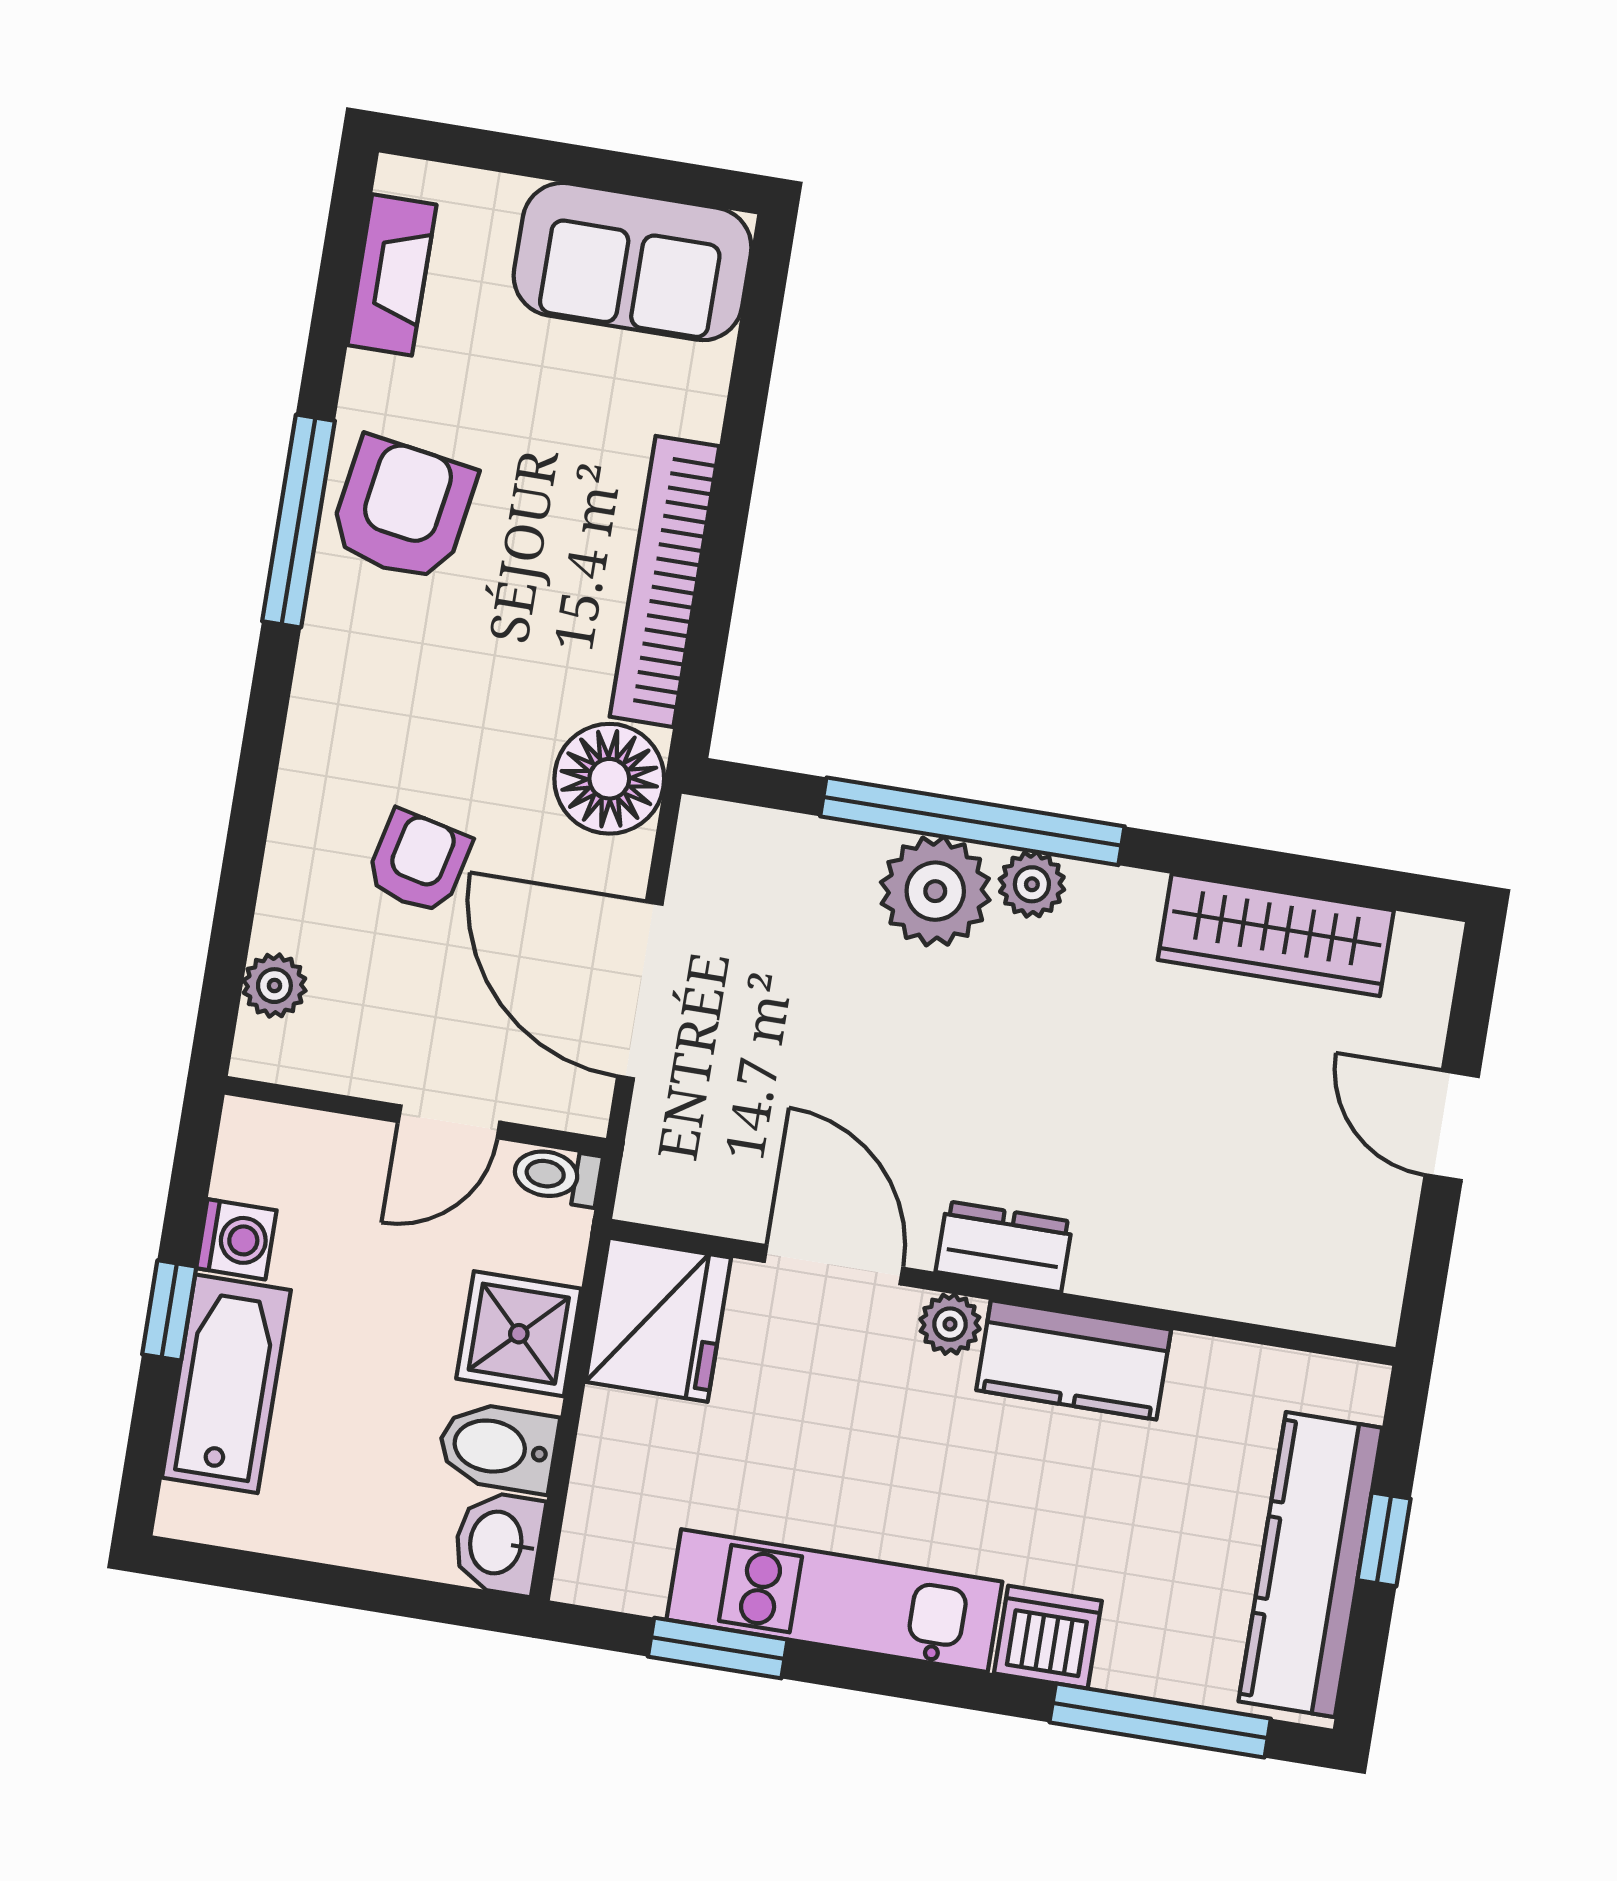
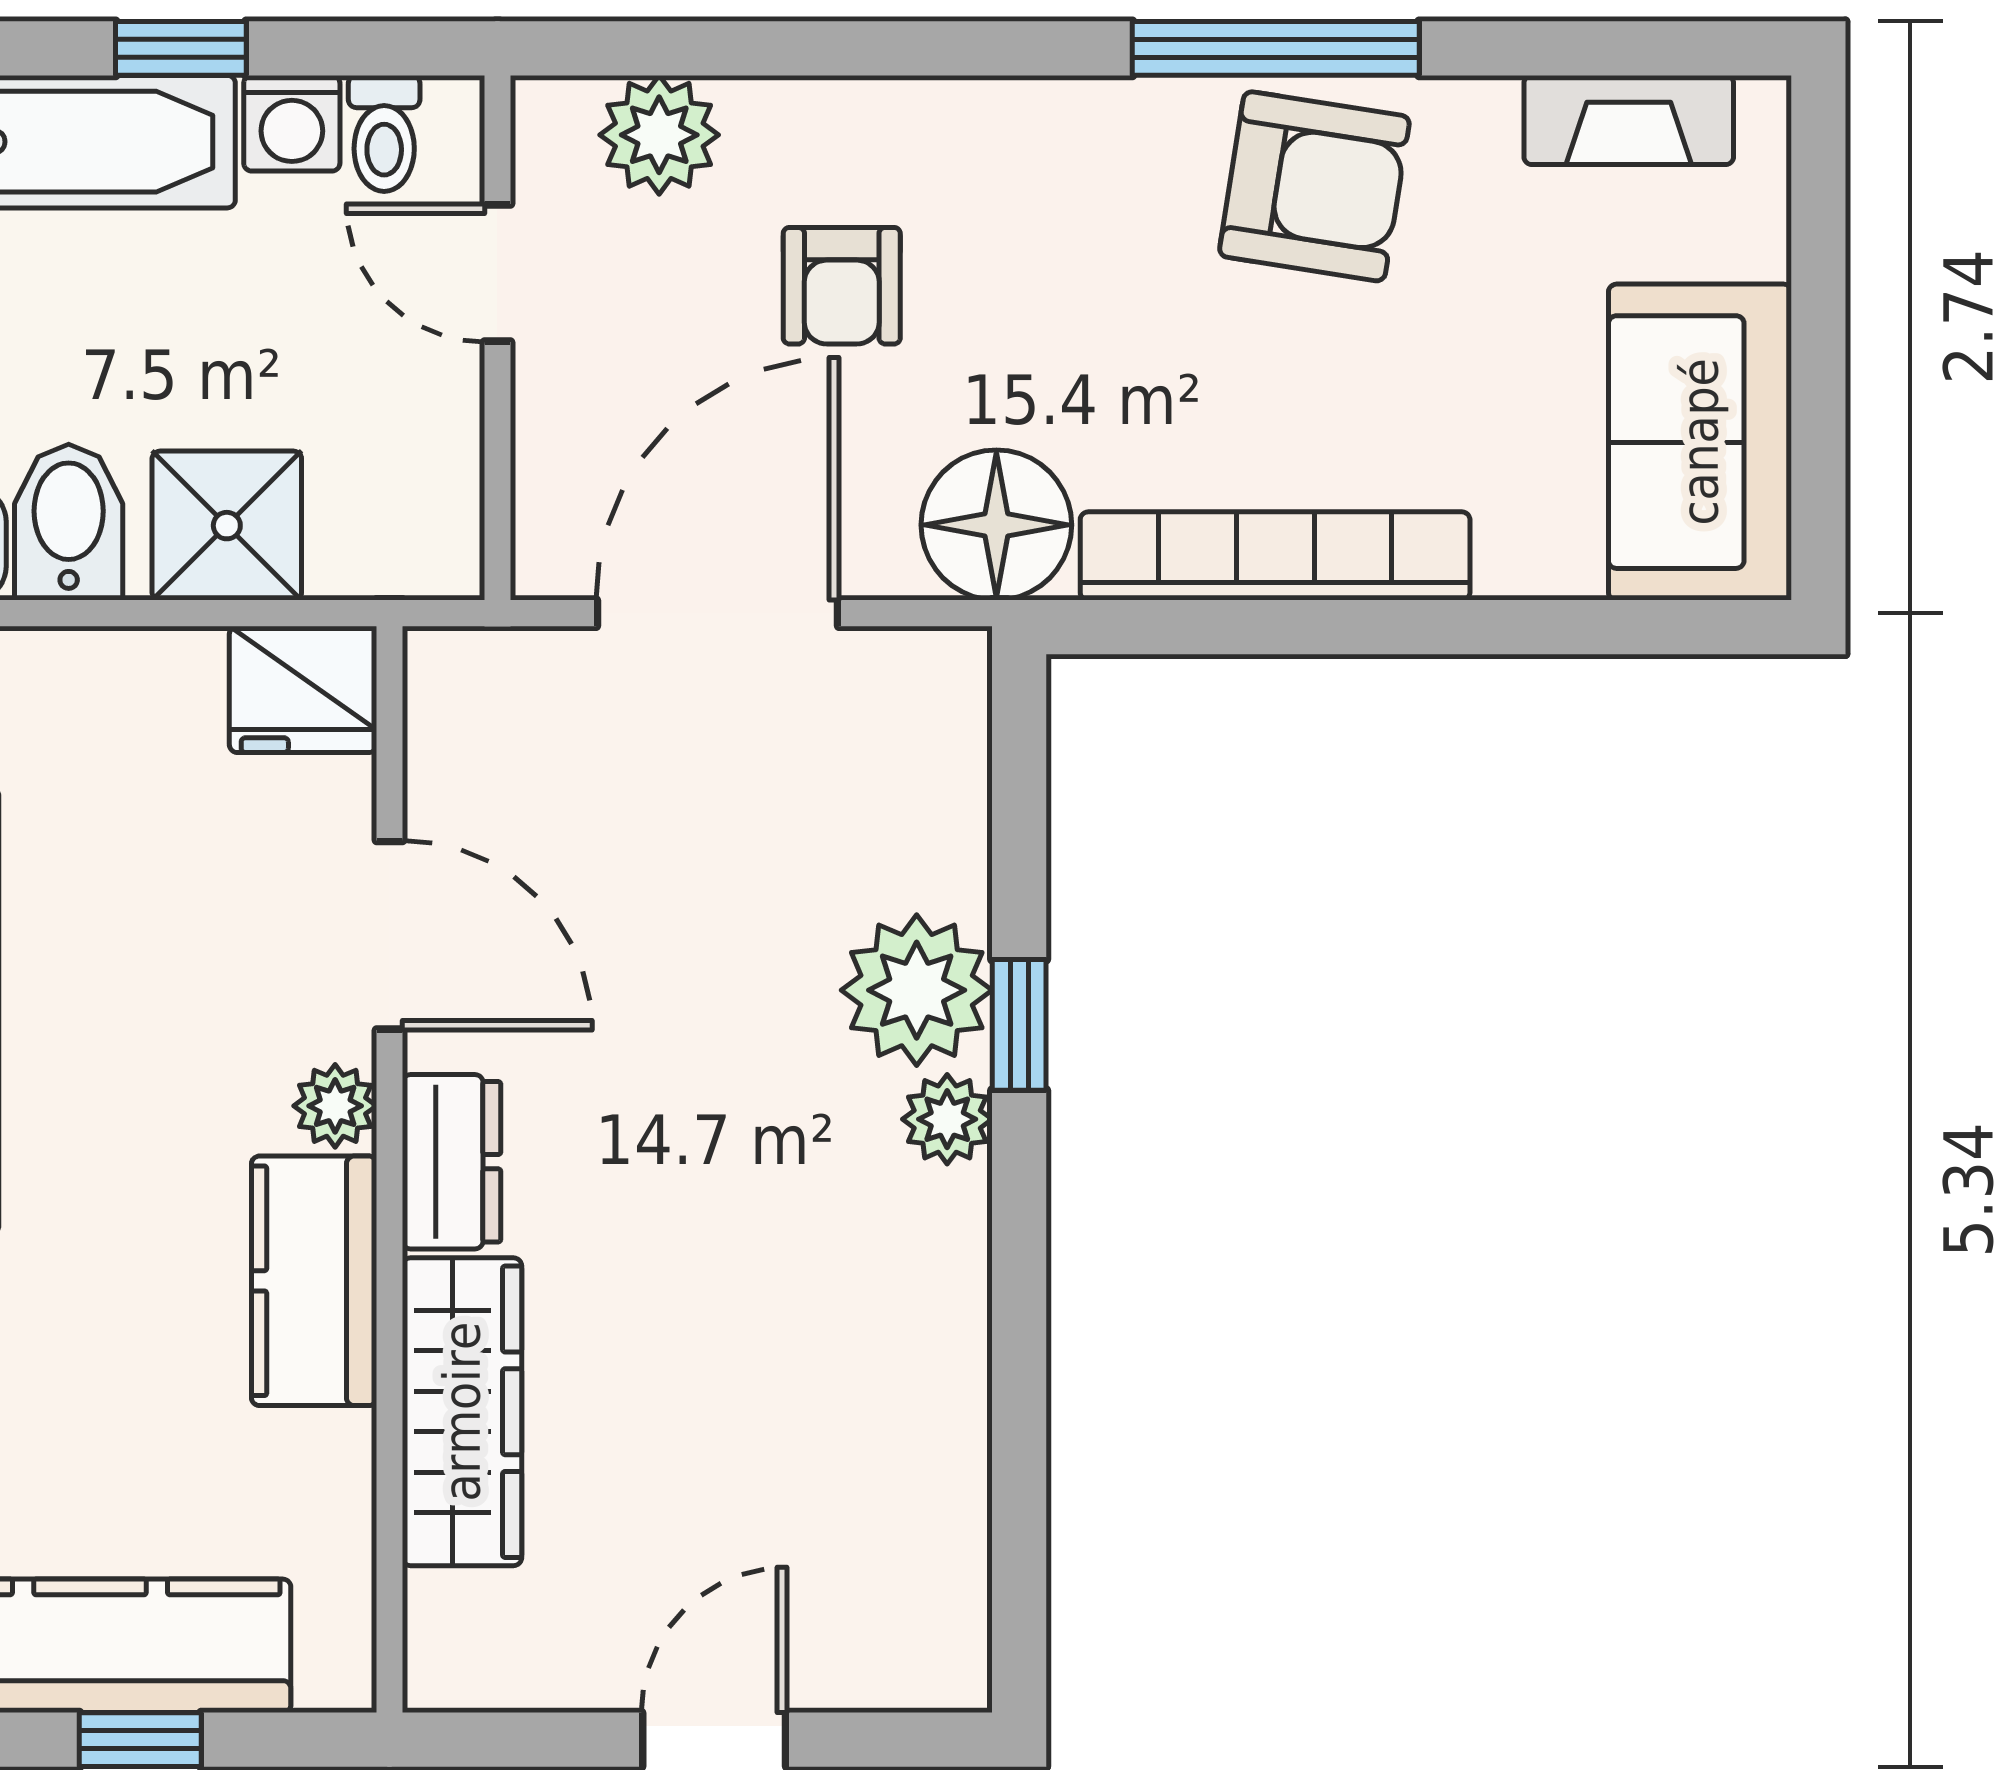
window: (972, 821) -> (1019, 1025), width x0.32
armchair: (418, 862) -> (842, 286), turned 77
wardrobe: (1276, 935) -> (462, 1412), moved, turned 180
plant: (274, 986) -> (659, 135), width x1.38, depth x1.38
door: (449, 1122) -> (497, 273), moved
toilet: (557, 1176) -> (384, 133), moved, turned 180
door: (833, 1265) -> (389, 935), hinge flipped
fridge: (658, 1320) -> (303, 689), width x0.73, depth x0.75

